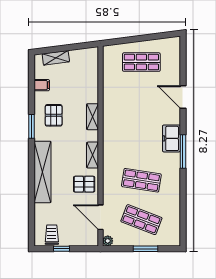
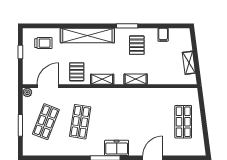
shelving: (56, 58) -> (189, 63), moved
pallet: (54, 115) -> (137, 45), turned 90
trolley: (52, 235) -> (43, 43), moved

